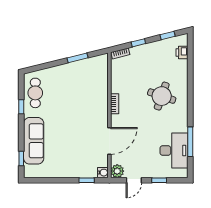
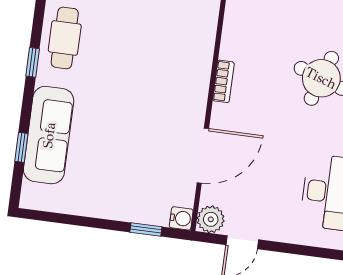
window: (21, 158) -> (21, 147), moved
window: (159, 180) -> (294, 249), removed

